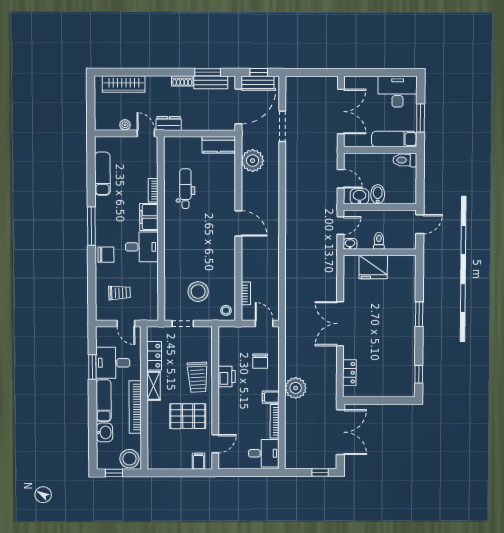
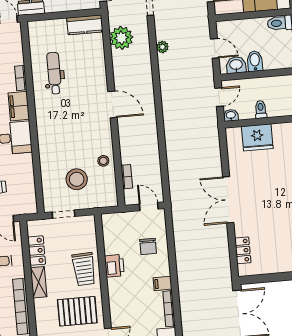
stool: (226, 310) -> (103, 161), moved
plant: (296, 388) -> (162, 47), moved, width x0.53, depth x0.53

